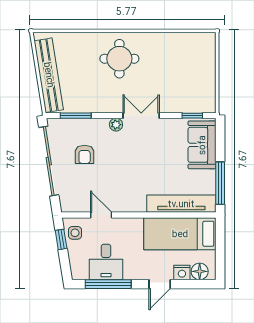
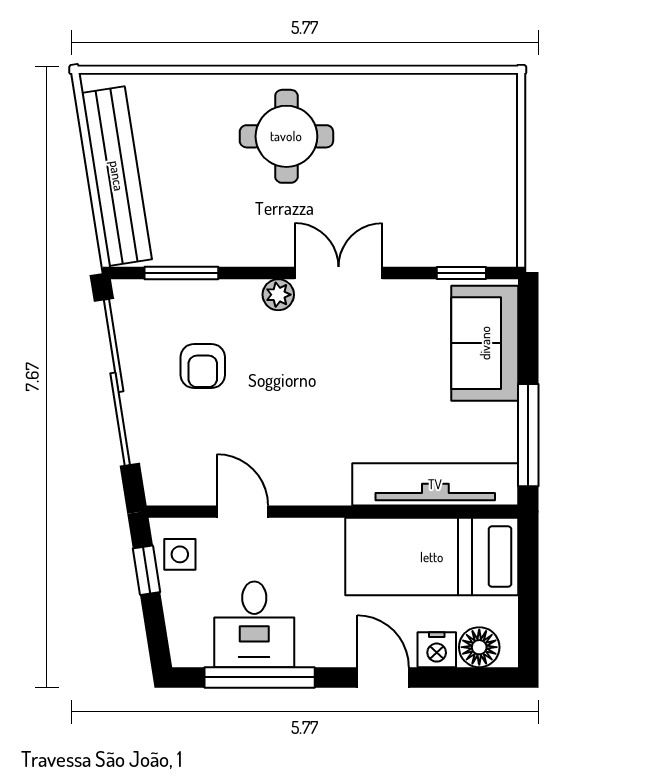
door: (160, 284) -> (383, 677), swing flipped

